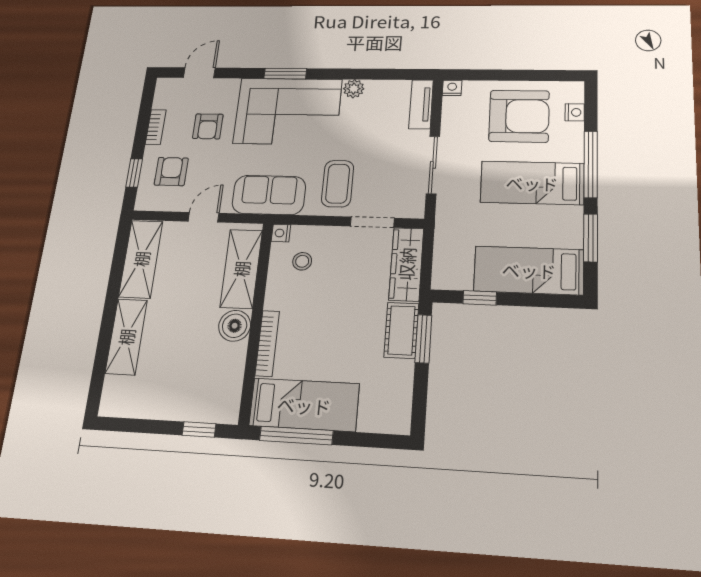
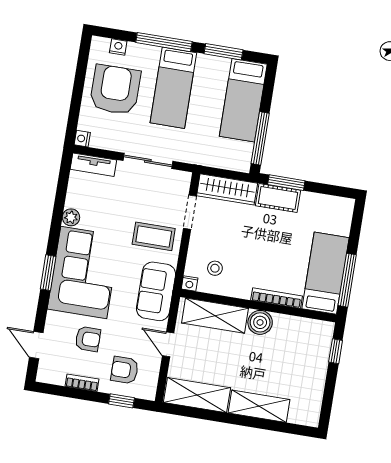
window: (480, 298) -> (260, 138), width x2.17

